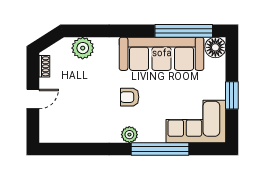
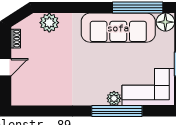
armchair: (130, 97) -> (90, 66), removed
plant: (129, 135) -> (114, 98), moved

